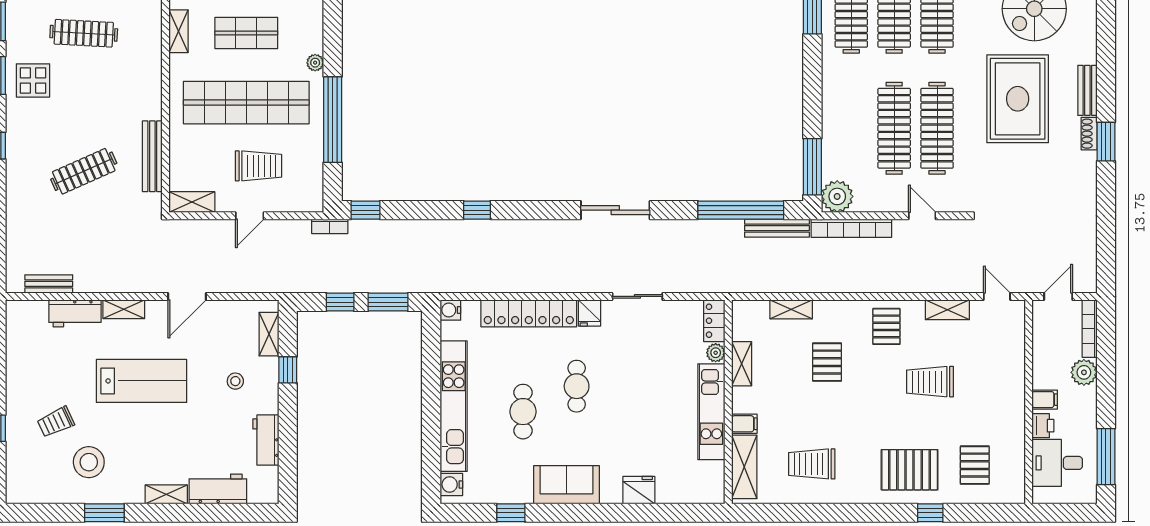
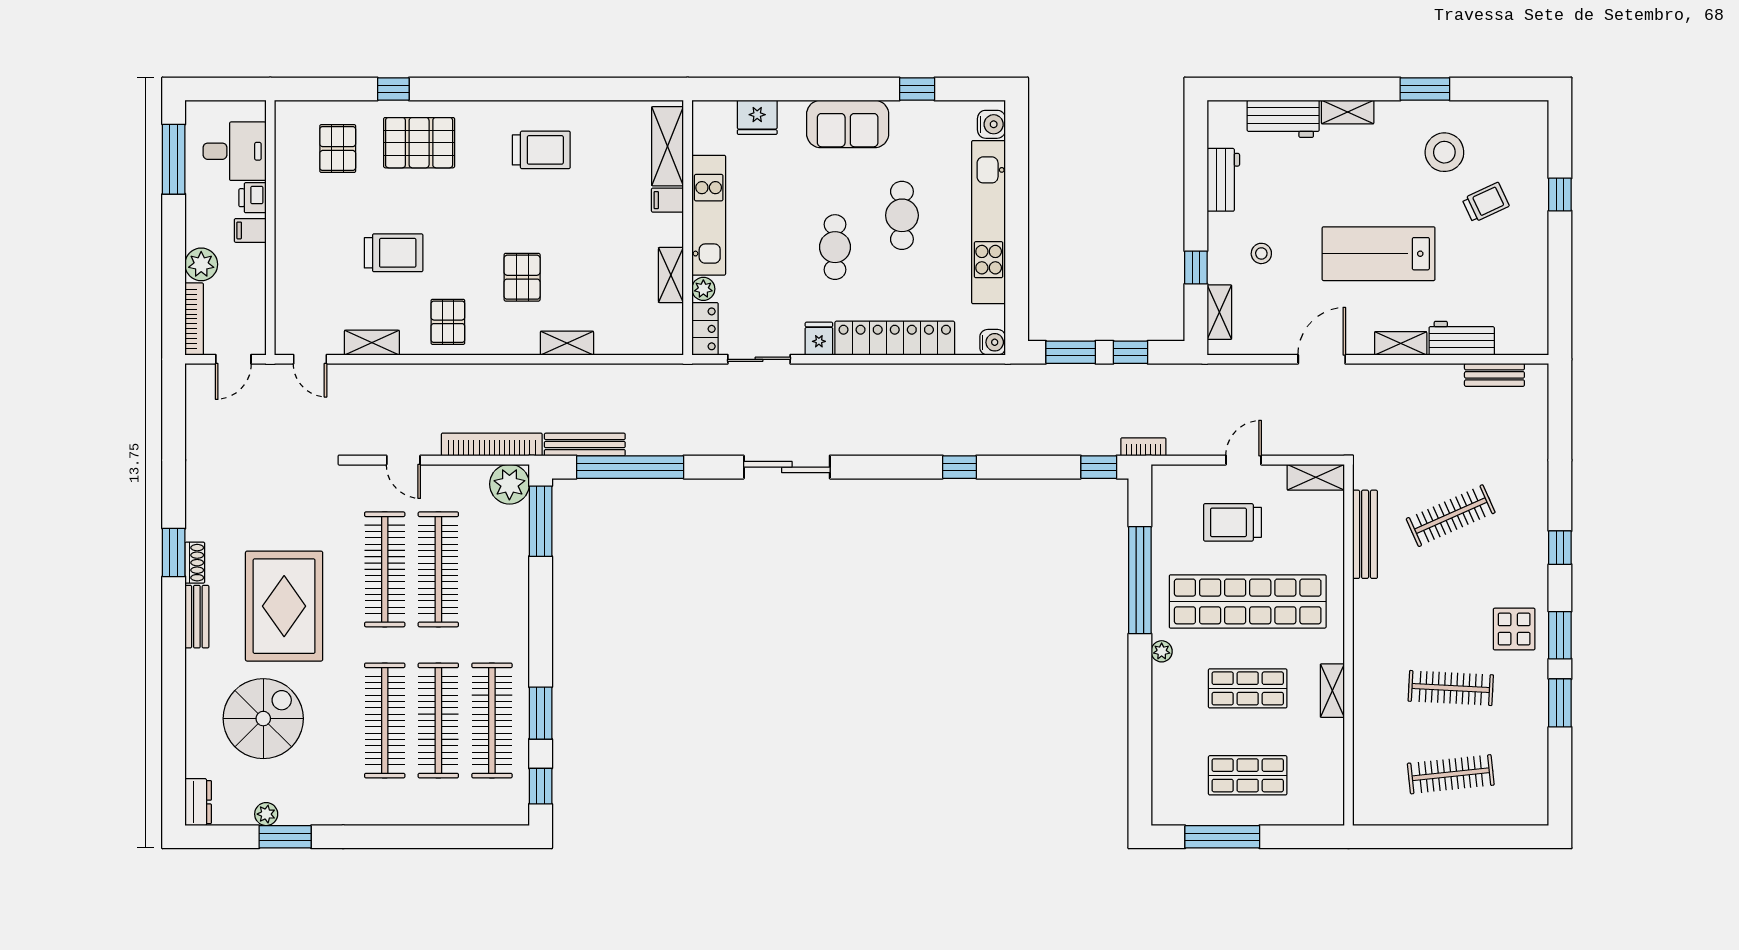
locker: (714, 321) -> (705, 329), moved
plant: (716, 353) -> (703, 289), moved
shelving: (742, 364) -> (671, 275), moved
wall: (728, 402) -> (688, 228), moved
kitchen unit: (711, 412) -> (709, 215), moved
filing cabinet: (744, 424) -> (667, 200), moved
shelving: (744, 467) -> (668, 146), moved

